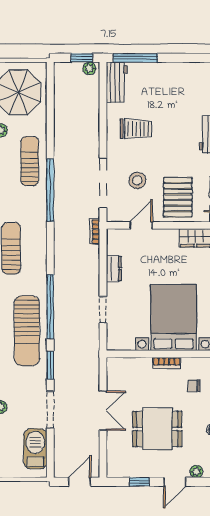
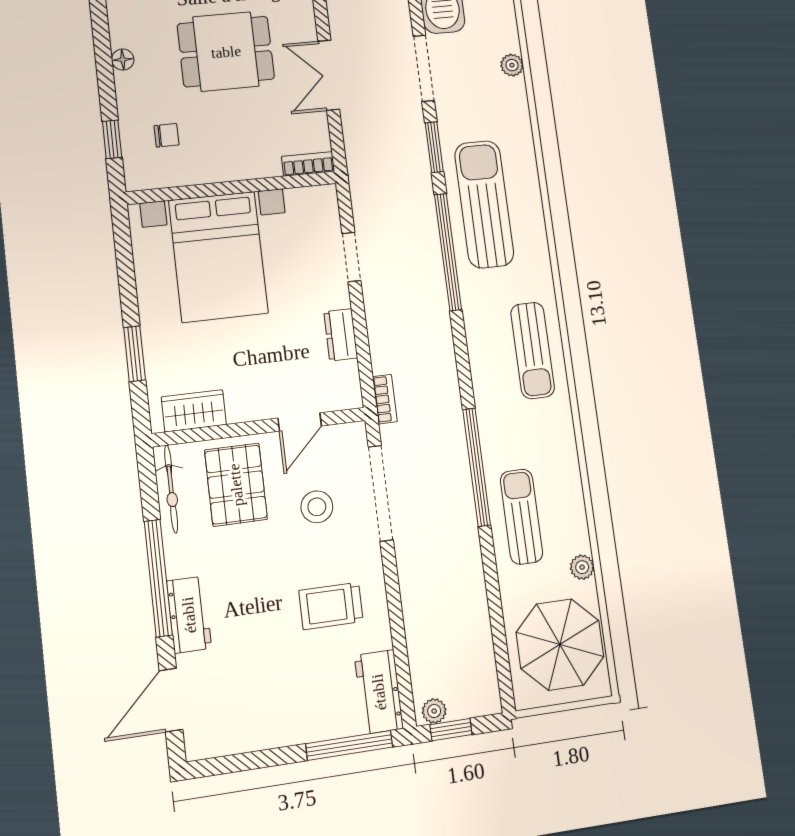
sun lounger: (30, 161) -> (521, 517), turned 180
bookcase: (167, 363) -> (308, 164), moved

